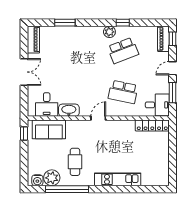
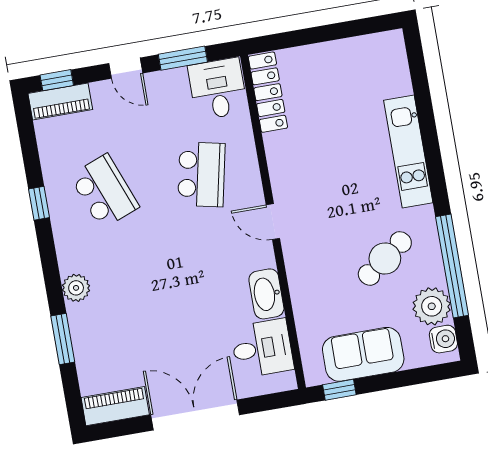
plant: (109, 32) -> (76, 288), moved
double door: (24, 72) -> (195, 415), width x1.37
sofa: (49, 129) -> (363, 354), moved, turned -90
cafe table: (75, 162) -> (385, 258), turned -36

